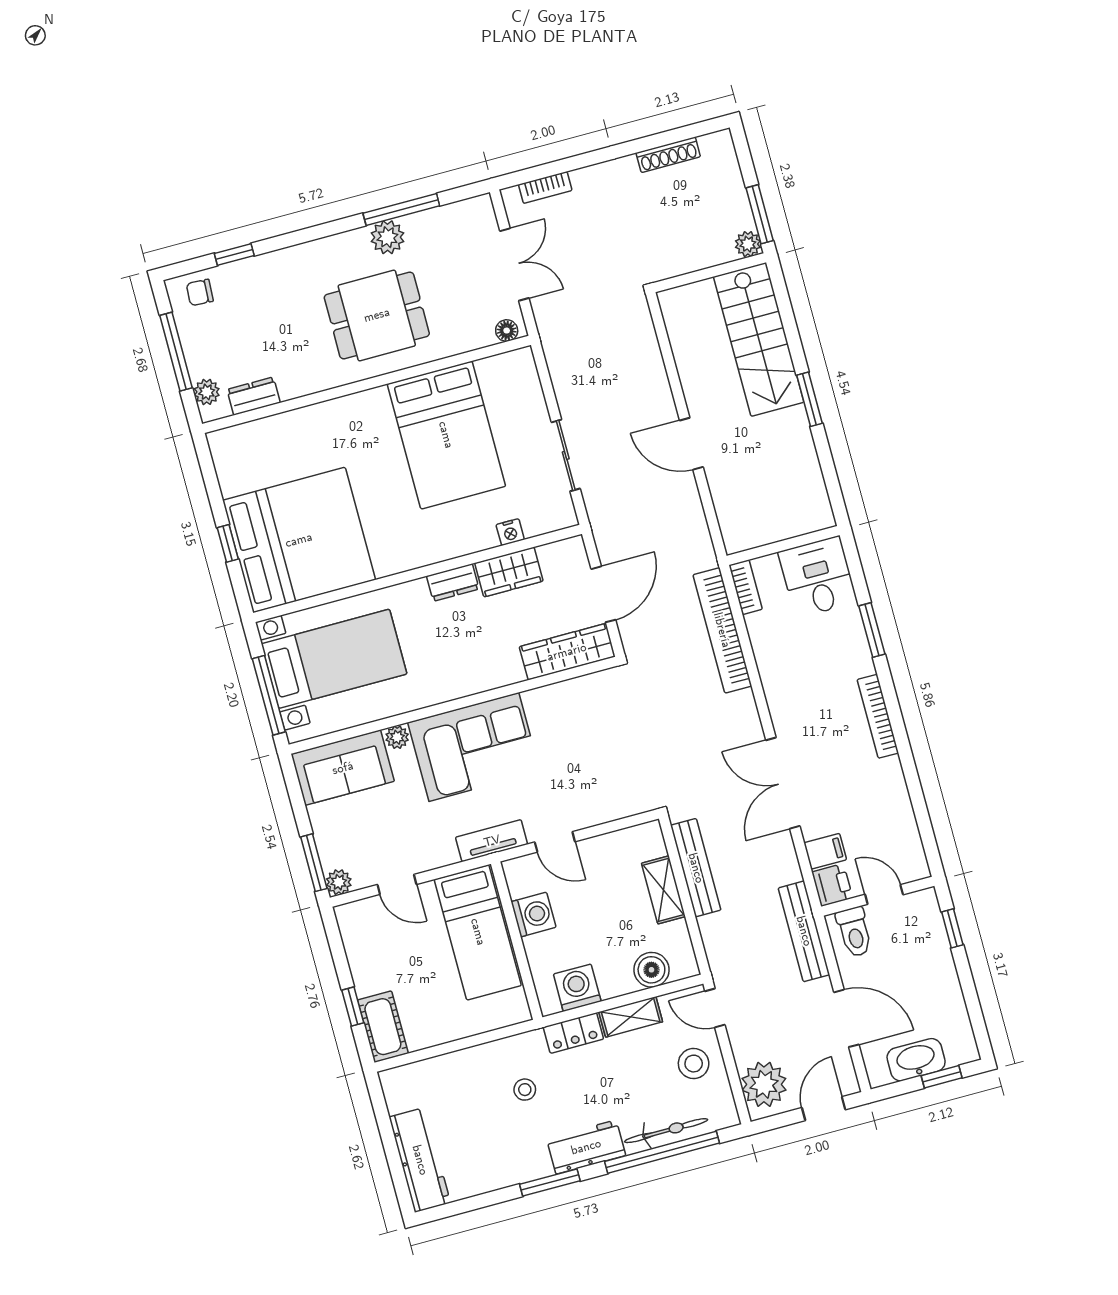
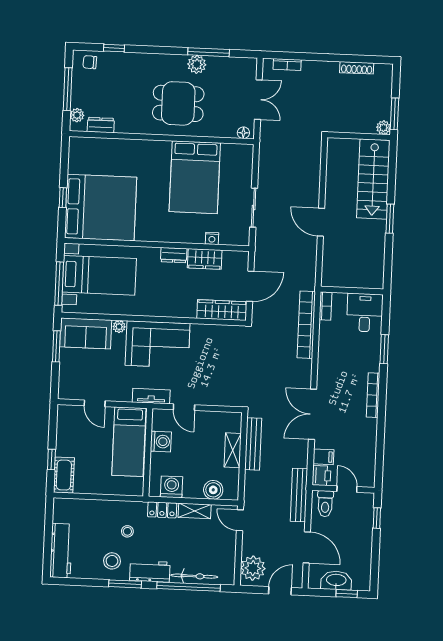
window: (314, 863) -> (56, 346), moved
plant: (339, 882) -> (65, 392), removed
stool: (694, 1064) -> (112, 561), moved

